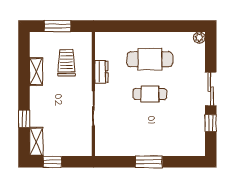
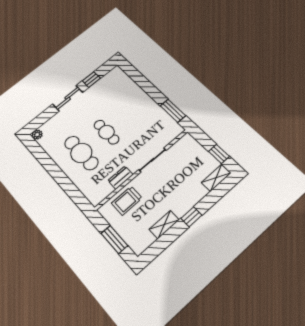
trolley: (66, 63) -> (127, 201), moved
window: (24, 119) -> (191, 217), moved
window: (149, 162) -> (173, 111), moved

